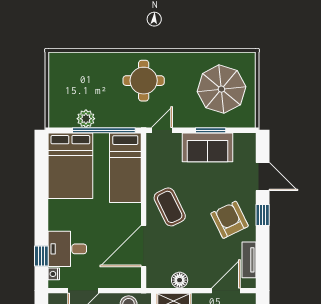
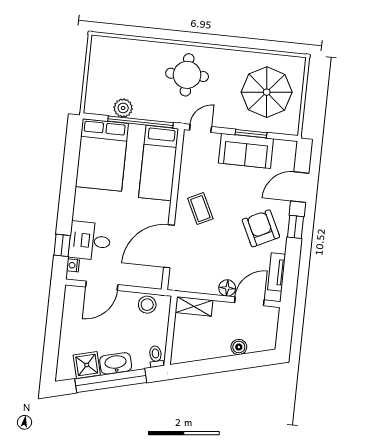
door: (263, 176) -> (300, 187), swing flipped
coffee table: (170, 207) -> (200, 209), width x0.73, depth x0.77
floor lamp: (180, 280) -> (227, 288), moved

